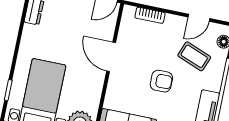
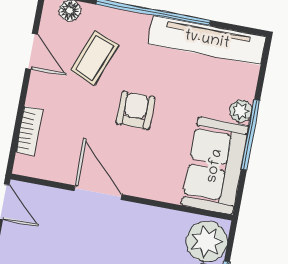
door: (111, 57) -> (98, 193), swing flipped

